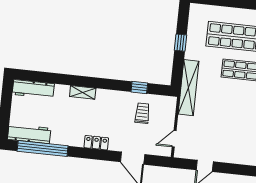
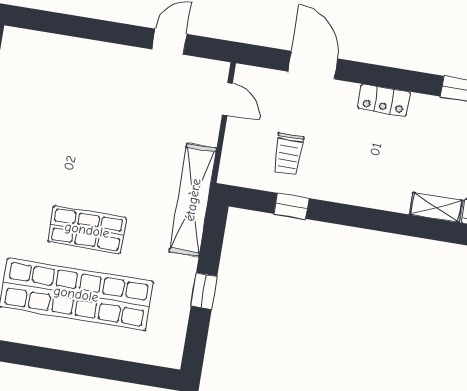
shelving: (83, 92) -> (436, 207), moved
door: (174, 139) -> (227, 99), hinge flipped

